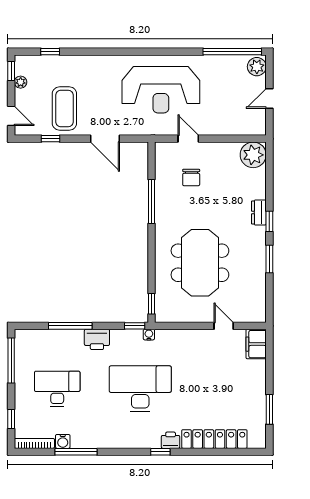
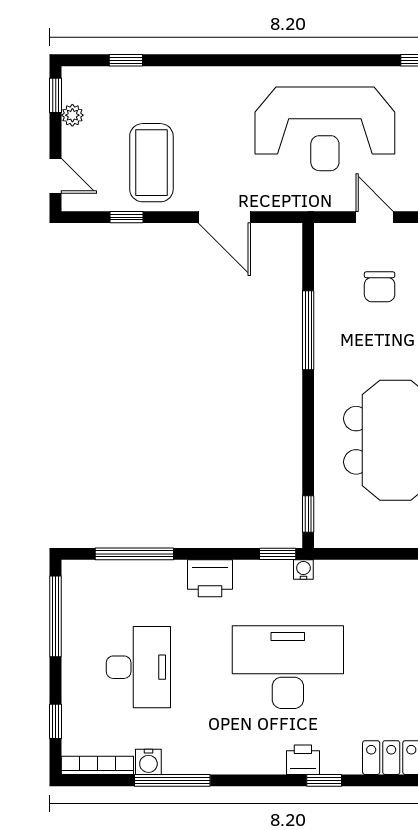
window: (70, 326) -> (134, 554), moved
desk: (57, 389) -> (138, 667), turned 90
printer: (171, 440) -> (303, 760), moved

